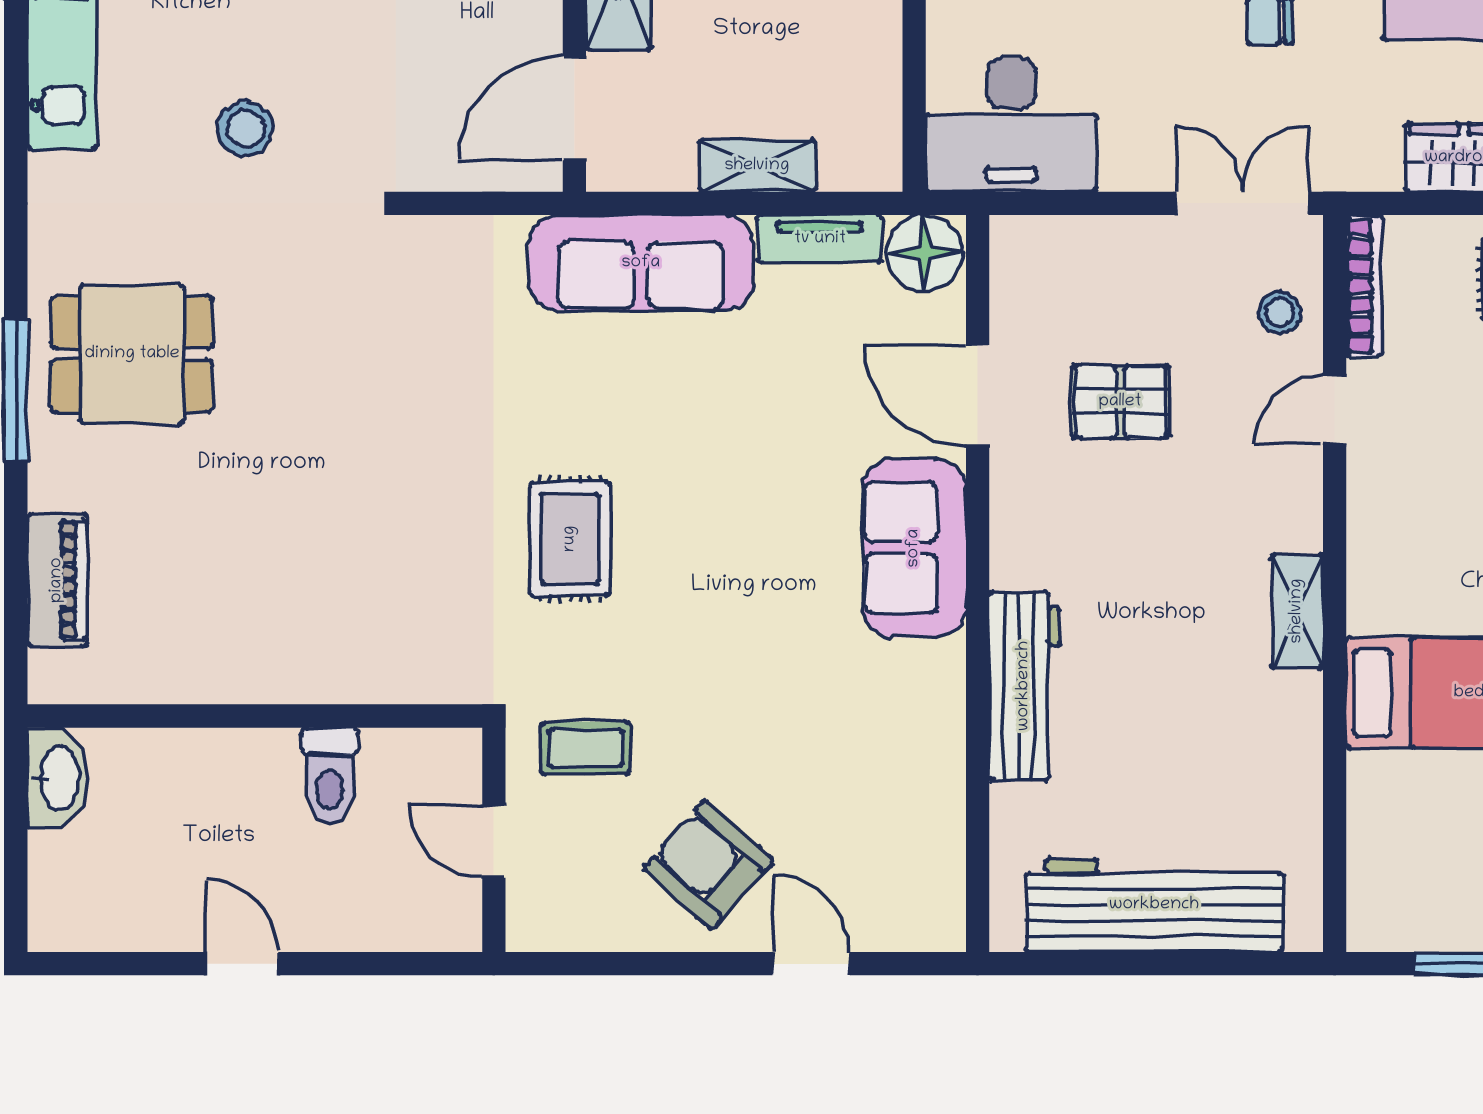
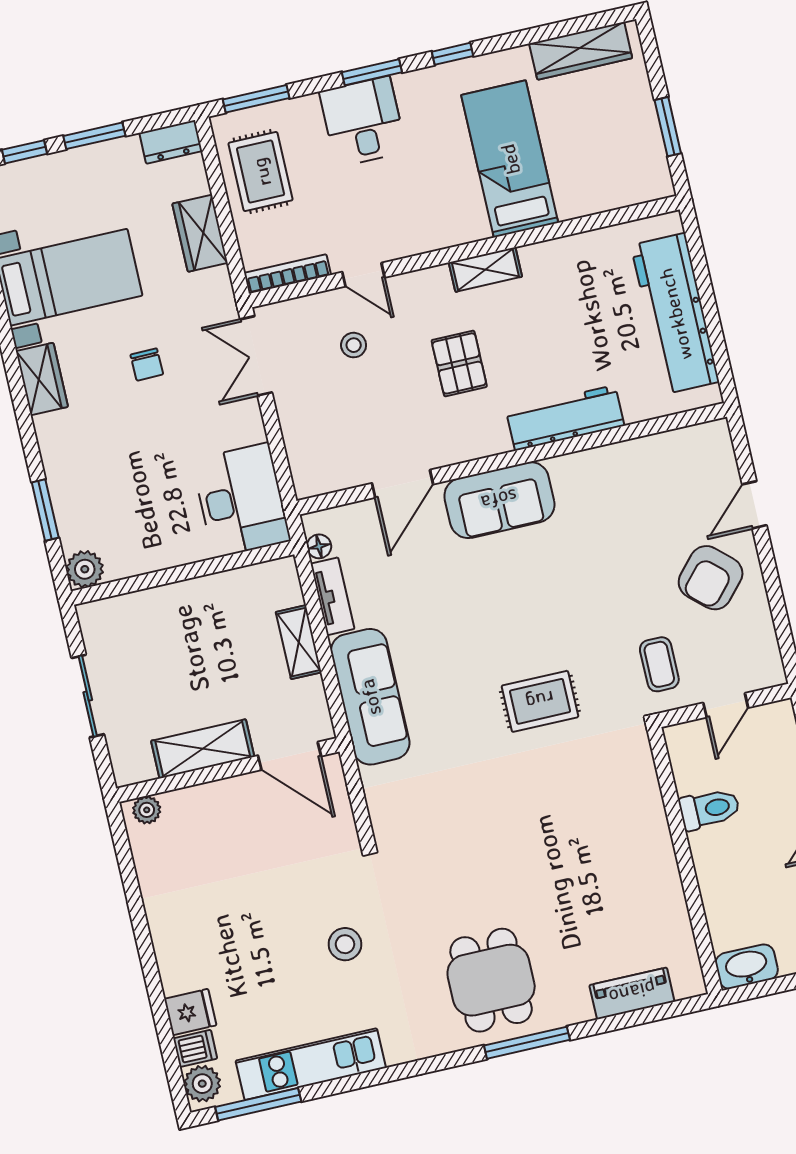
floor lamp: (924, 253) -> (319, 546), width x0.53, depth x0.53
stool: (1280, 312) -> (354, 345), moved
pallet: (1120, 402) -> (459, 363), moved

